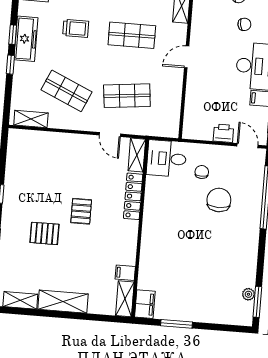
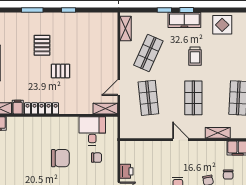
desk: (167, 159) -> (92, 131), moved
locker: (133, 196) -> (42, 108), moved
chair: (219, 200) -> (60, 158), moved

